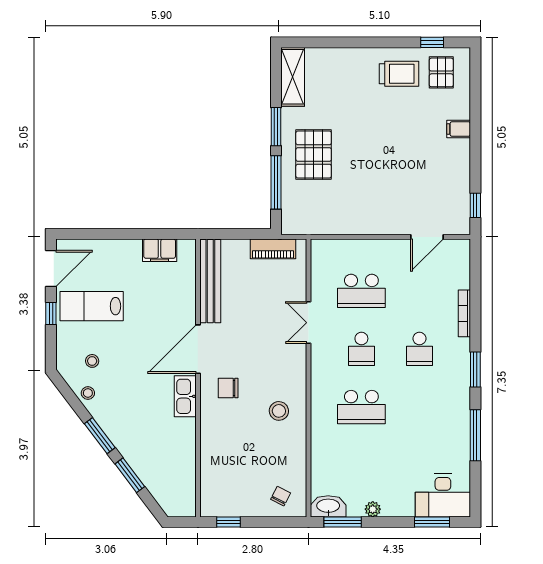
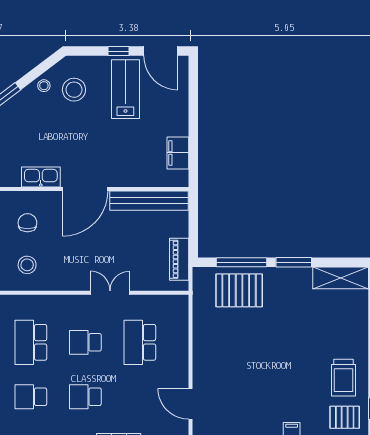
pallet: (314, 155) -> (239, 290), moved
door: (198, 349) -> (85, 189), swing flipped
stool: (92, 361) -> (74, 90), width x1.89, depth x1.89
chair: (228, 388) -> (27, 223), moved
school desk: (419, 407) -> (31, 397), added

